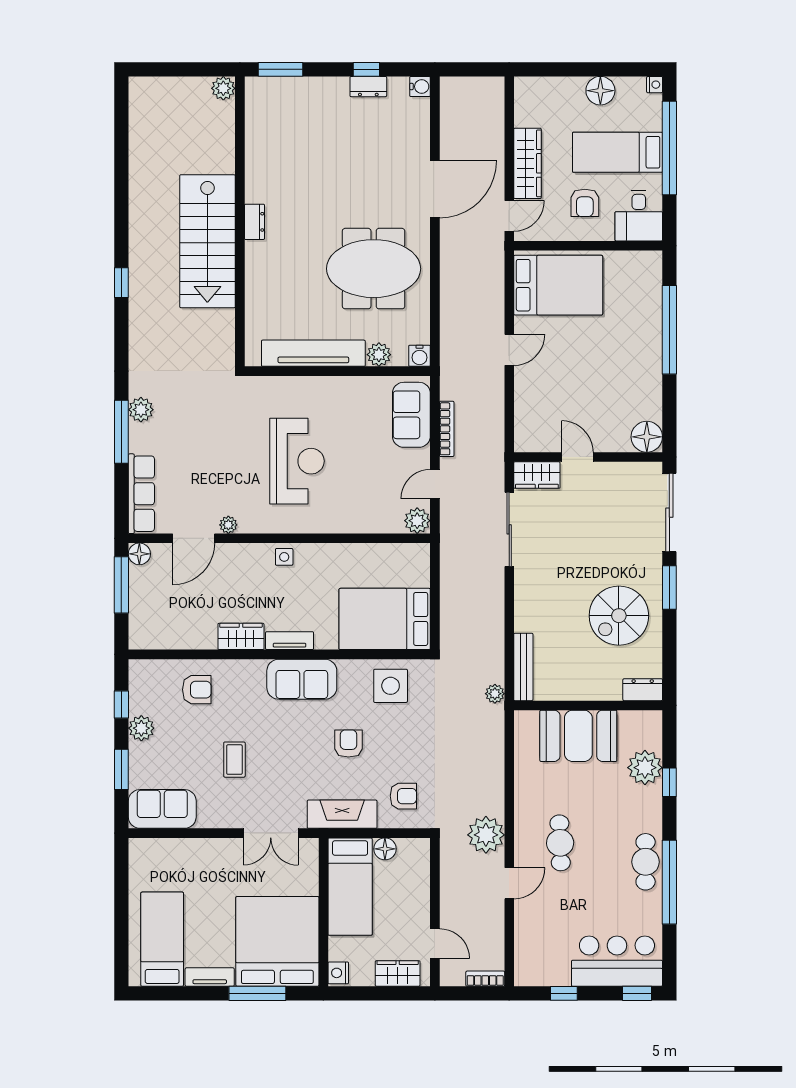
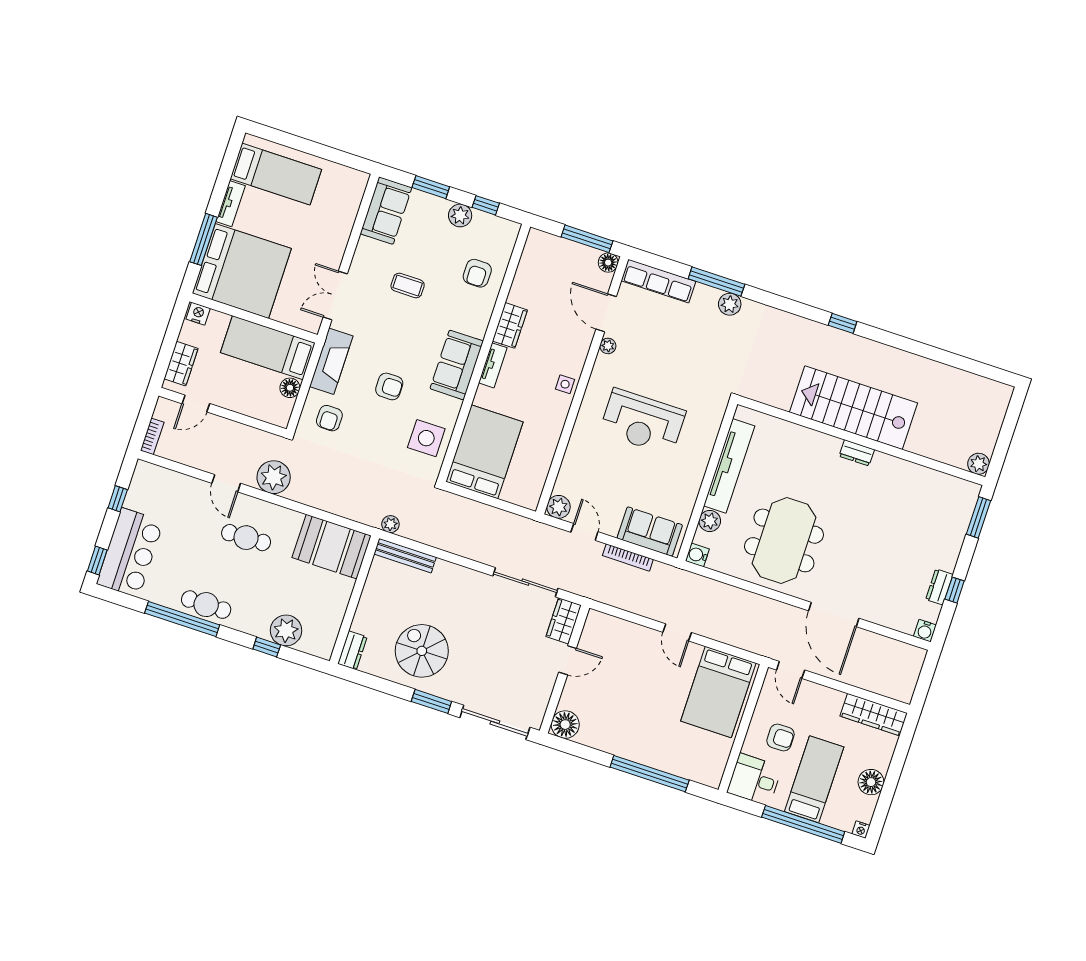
wardrobe: (527, 163) -> (874, 715), moved
armchair: (585, 203) -> (780, 738), turned 180
booth: (578, 736) -> (332, 547), moved, turned 90

